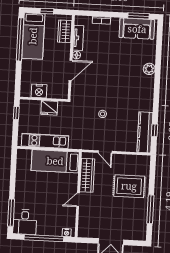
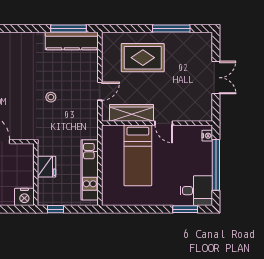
nightstand: (39, 91) -> (24, 197), moved, turned 90
window: (155, 130) -> (68, 29), width x2.17
bed: (55, 161) -> (138, 155), moved
rug: (129, 186) -> (143, 58), turned 90
window: (11, 213) -> (185, 209), width x0.69

